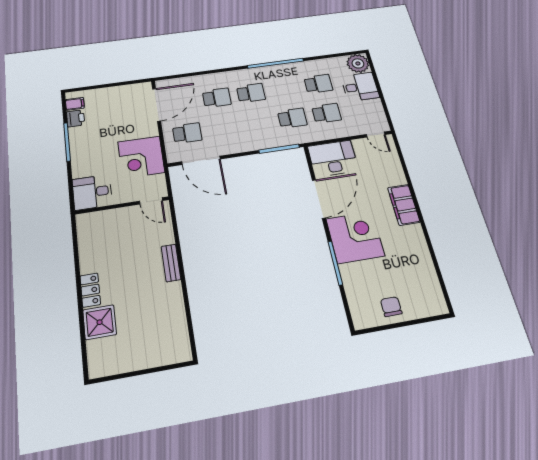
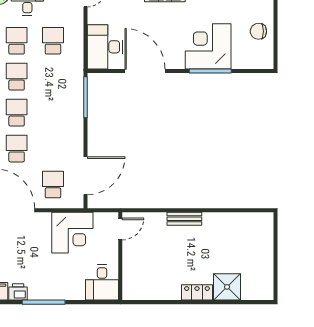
school desk: (292, 118) -> (17, 77), moved
corner desk: (355, 237) -> (208, 46), moved

